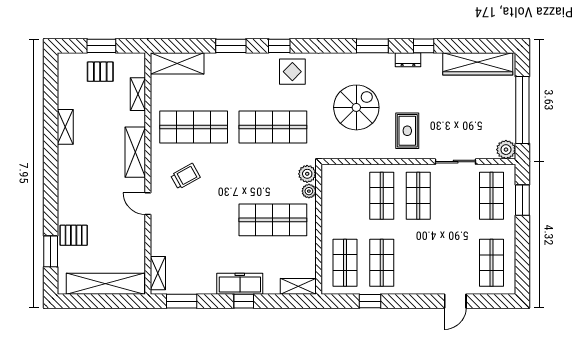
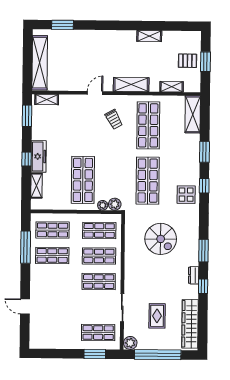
pallet: (100, 72) -> (187, 61), turned 90
rug: (407, 131) -> (157, 316), moved, turned 90
pallet: (74, 235) -> (74, 41), removed
shop shelf: (492, 263) -> (99, 230), moved
shelving: (298, 286) -> (37, 186), moved
window: (370, 301) -> (26, 247), width x2.17

